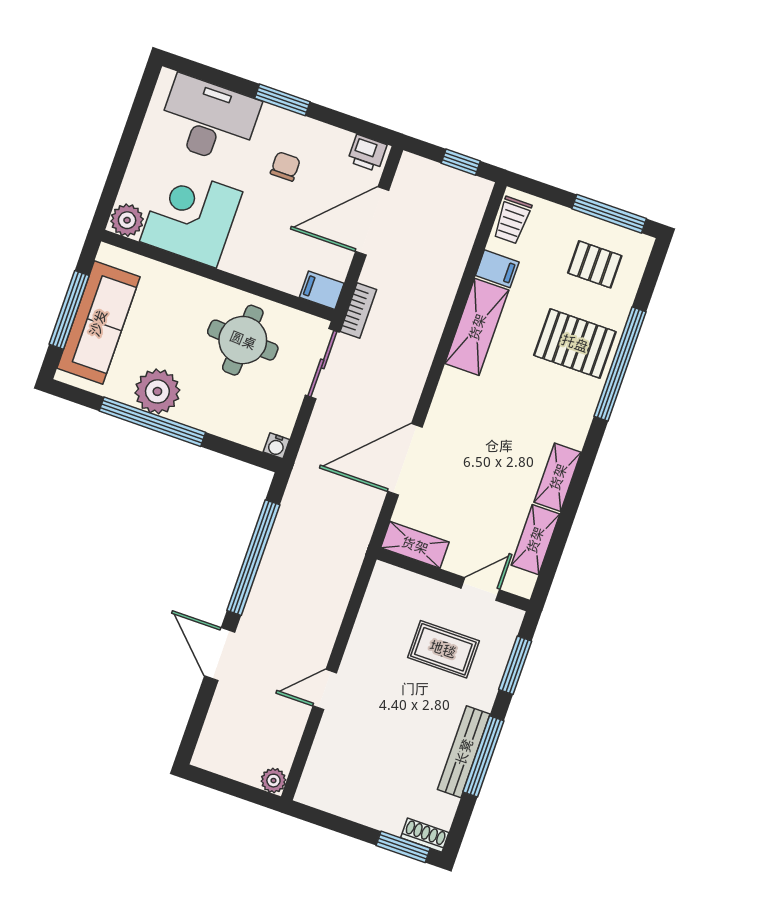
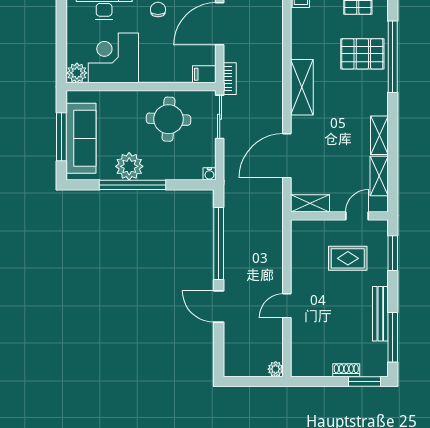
filing cabinet: (497, 269) -> (302, 26), removed
shelving: (477, 327) -> (302, 87), moved
window: (483, 756) -> (393, 337), moved
shoe rack: (425, 835) -> (346, 370), moved

